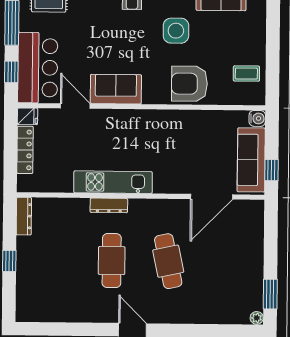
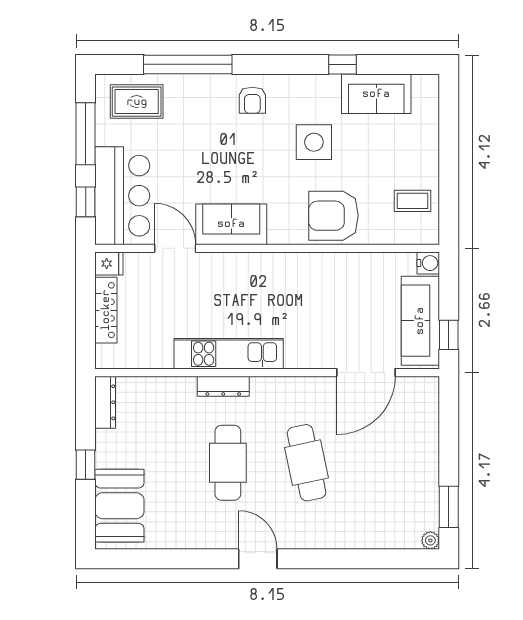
booth: (33, 291) -> (119, 506), added

